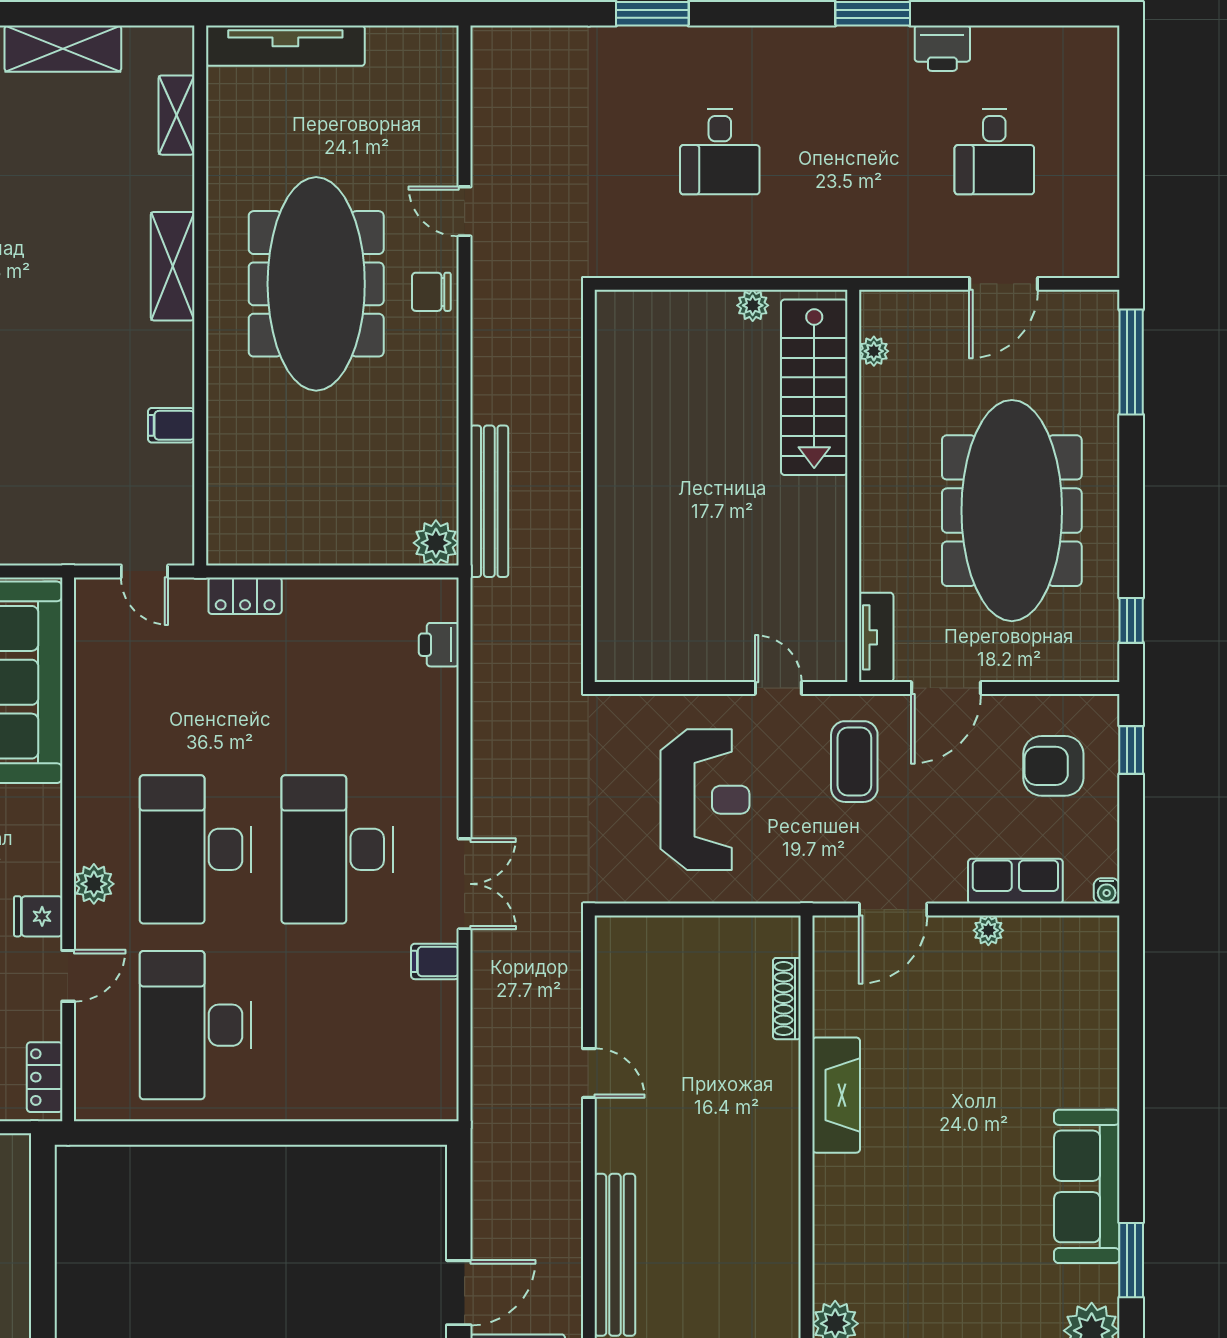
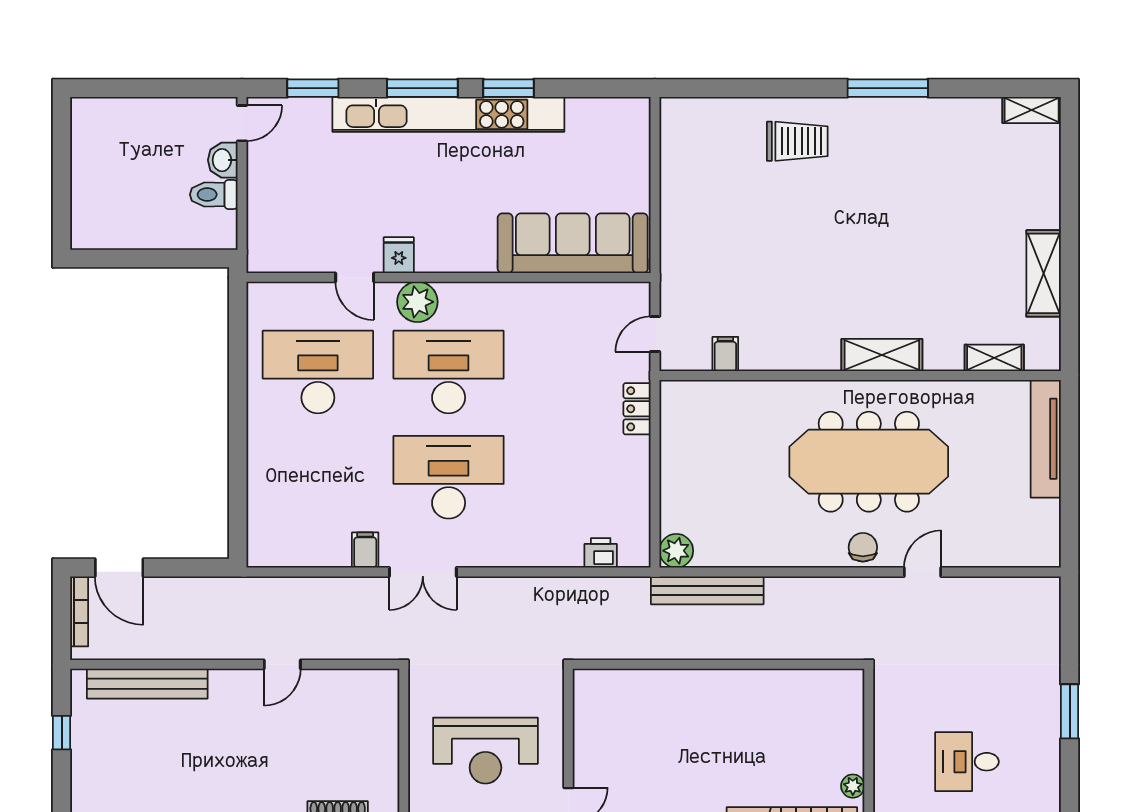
filing cabinet: (171, 425) -> (725, 354), moved
plant: (94, 884) -> (417, 302), width x1.36, depth x1.36
locker: (45, 1077) -> (279, 260), removed

